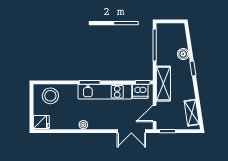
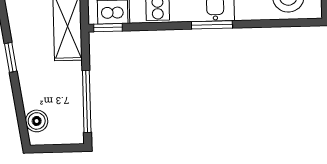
boiler: (183, 54) -> (37, 121), moved

